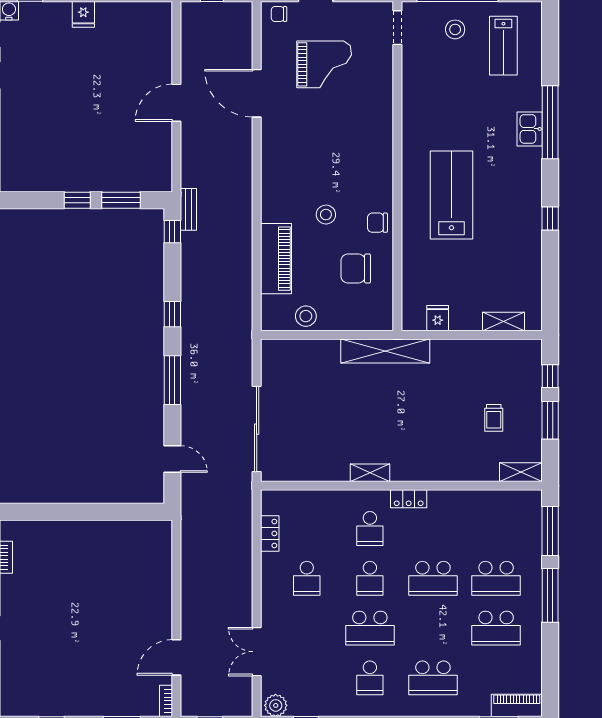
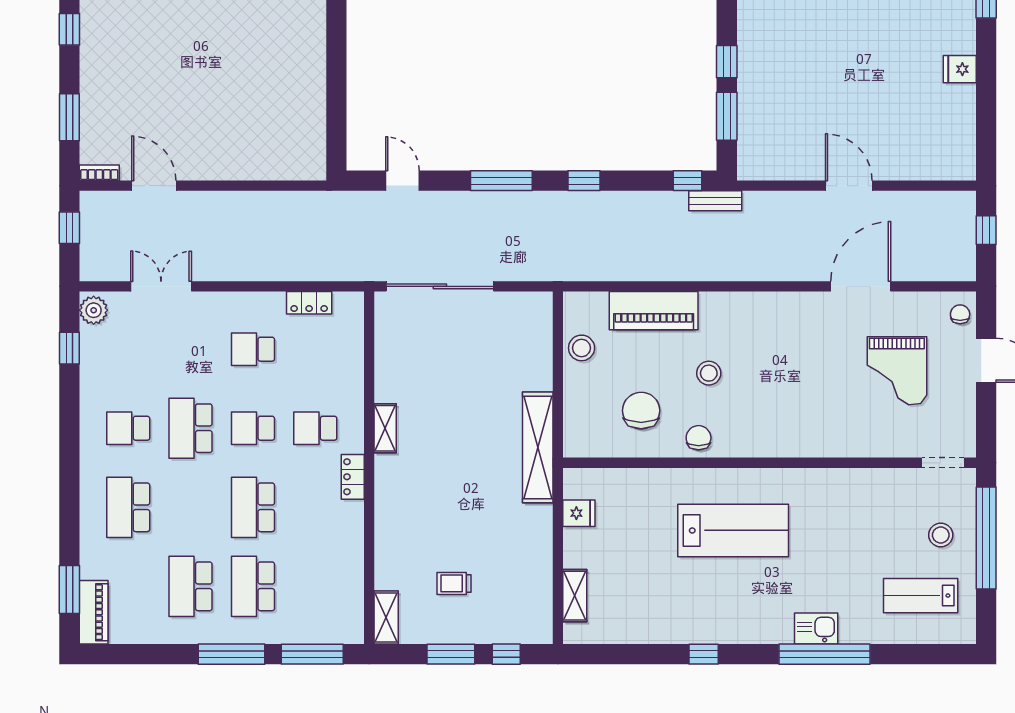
door: (172, 459) -> (403, 181), swing flipped

